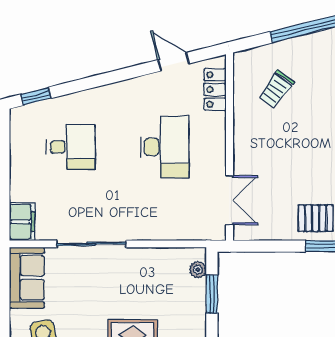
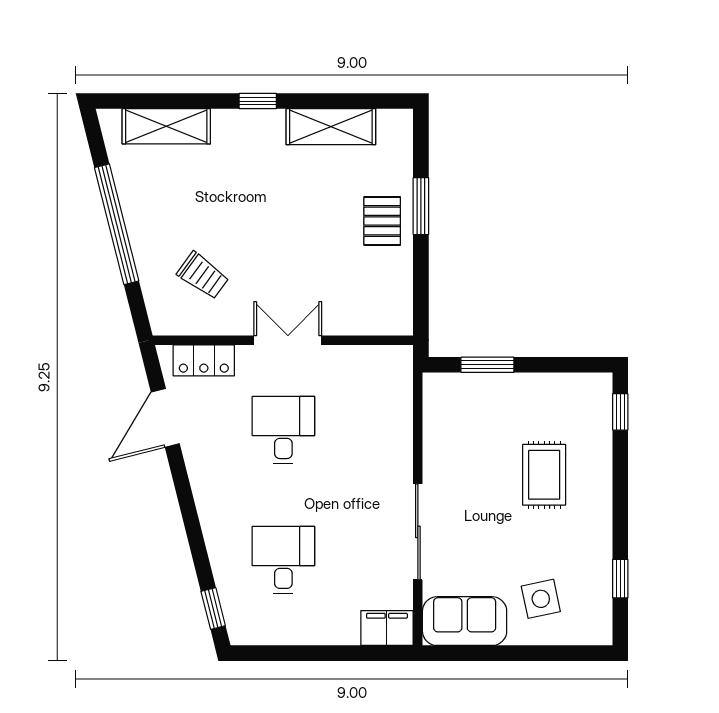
door: (173, 62) -> (165, 418), width x1.38
desk: (165, 147) -> (283, 430), width x0.73
double door: (229, 200) -> (288, 340), moved
plant: (198, 270) -> (453, 384), removed

